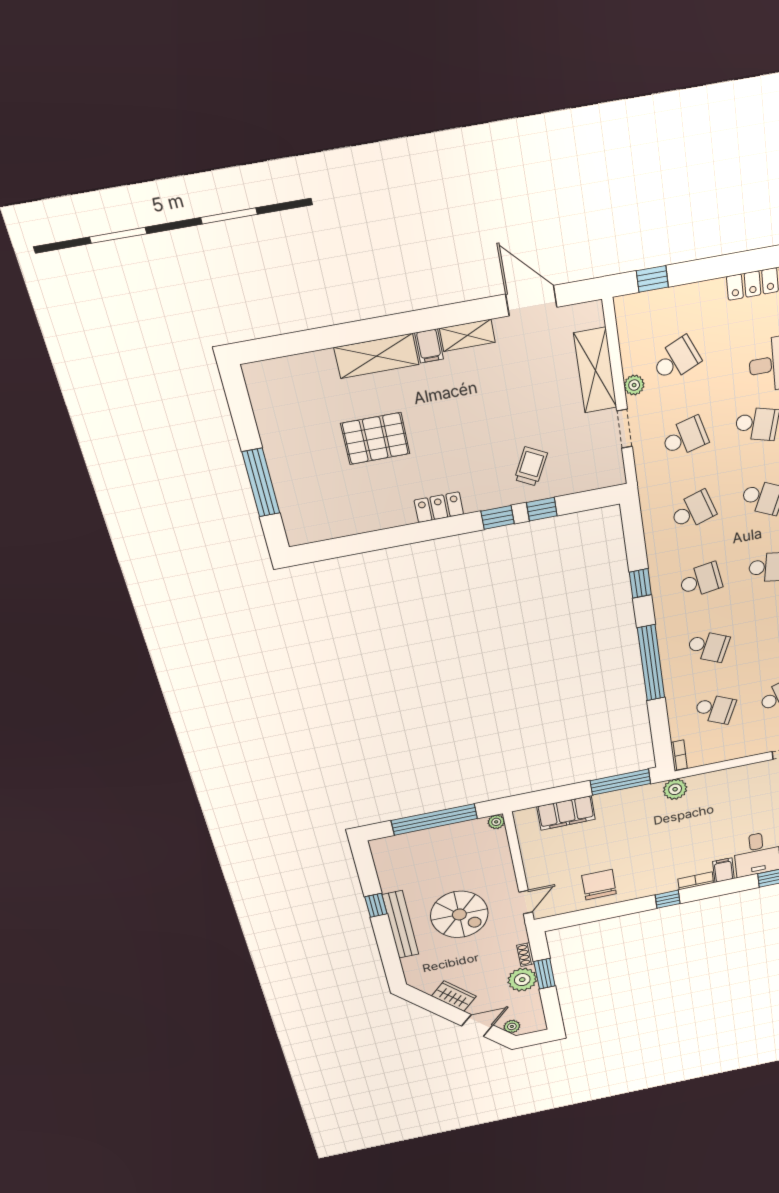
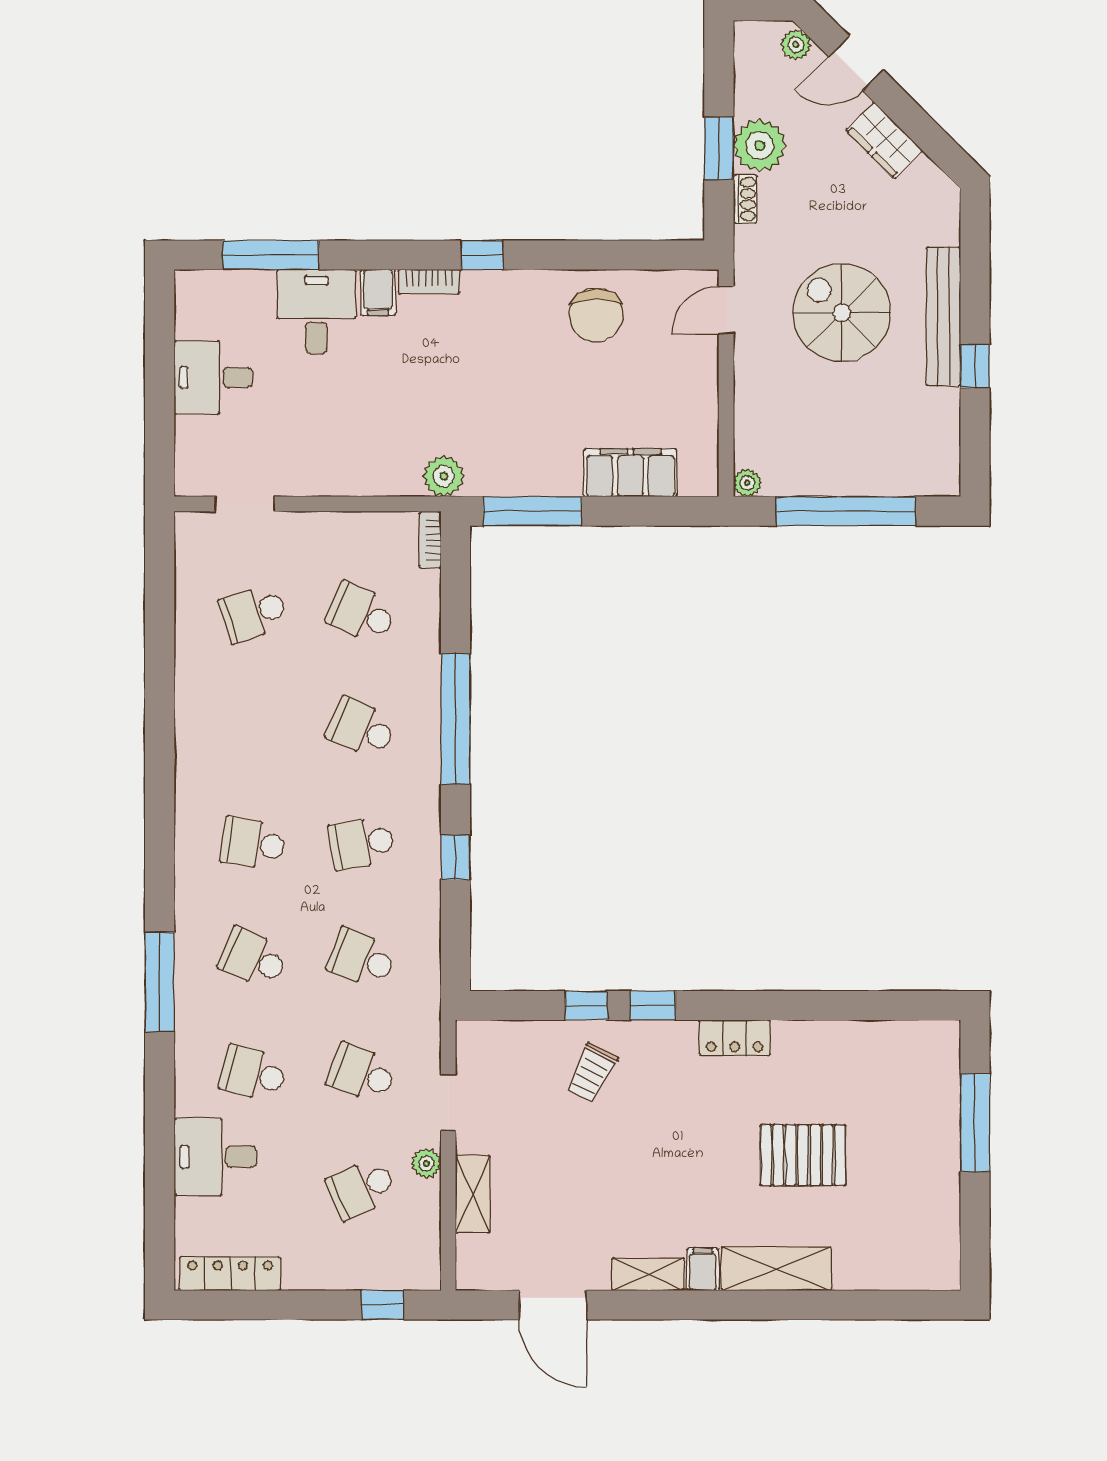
shelving: (595, 370) -> (473, 1194), width x0.67, depth x0.75
school desk: (685, 437) -> (362, 1073), turned 36
school desk: (693, 511) -> (362, 958), turned 39

